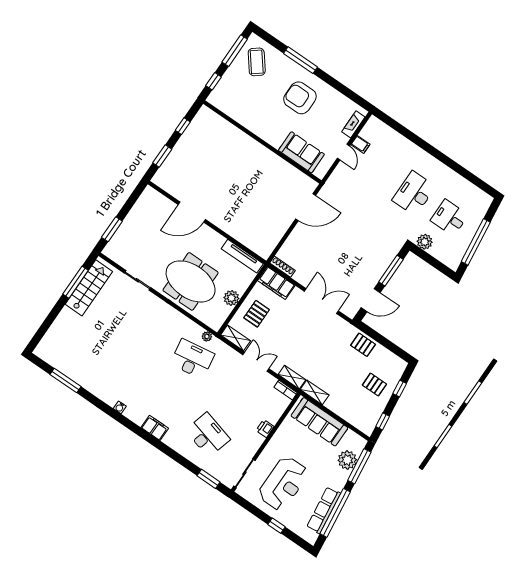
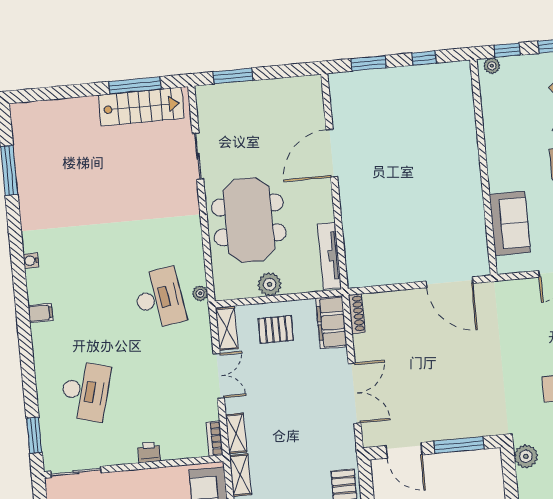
plant: (215, 95) -> (492, 66), added
door: (192, 212) -> (332, 153), hinge flipped
filing cabinet: (155, 428) -> (41, 313), width x0.50

